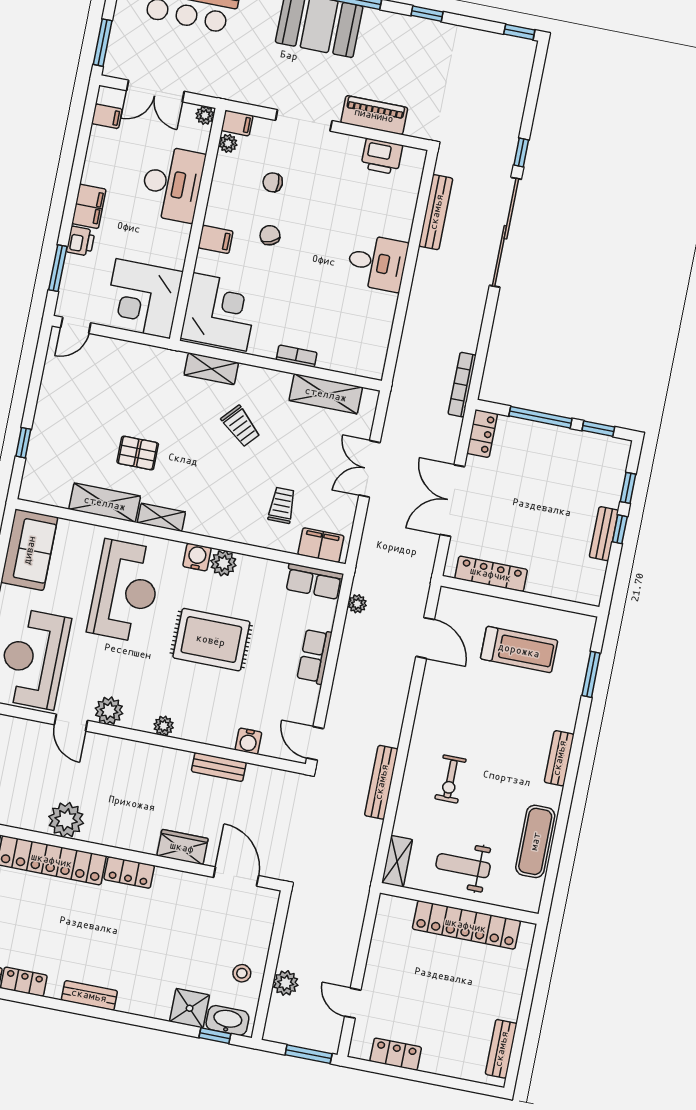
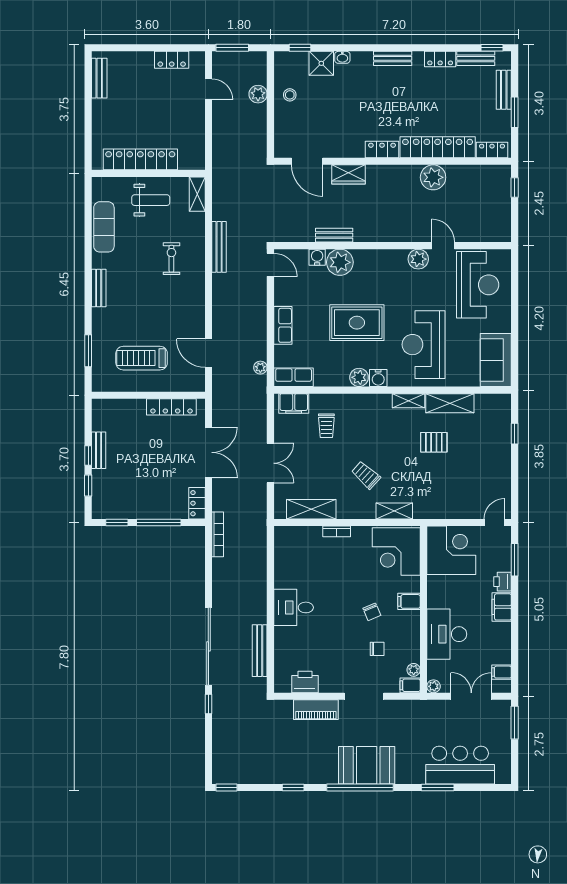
plant: (164, 726) -> (340, 262), moved, width x1.88, depth x1.88
washbasin: (227, 1020) -> (342, 57), moved, width x0.52, depth x0.69

